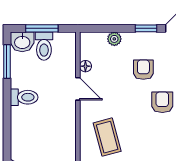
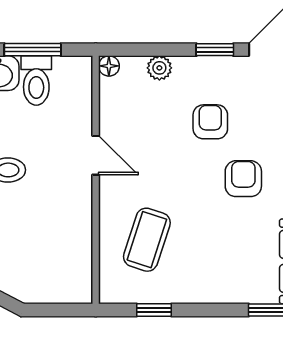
floor lamp: (85, 66) -> (109, 66), moved
coffee table: (107, 137) -> (147, 240), turned 33

